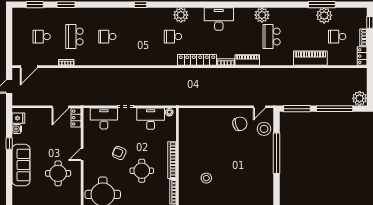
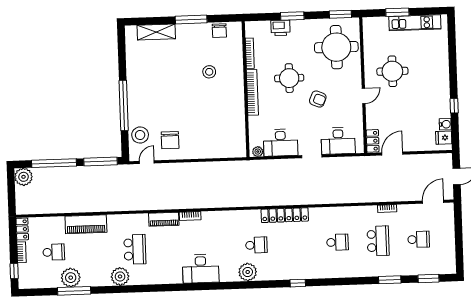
plant: (262, 15) -> (120, 276), moved
locker: (197, 60) -> (285, 215), moved
chair: (240, 124) -> (170, 140), turned -72
sofa: (21, 165) -> (439, 80), removed

